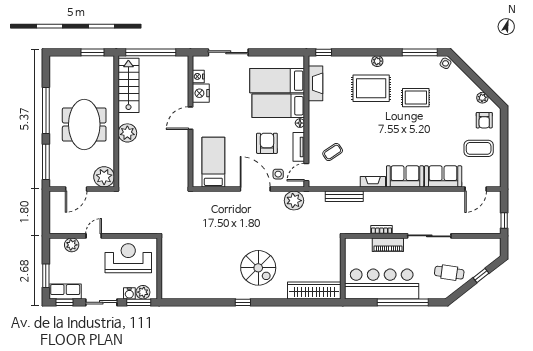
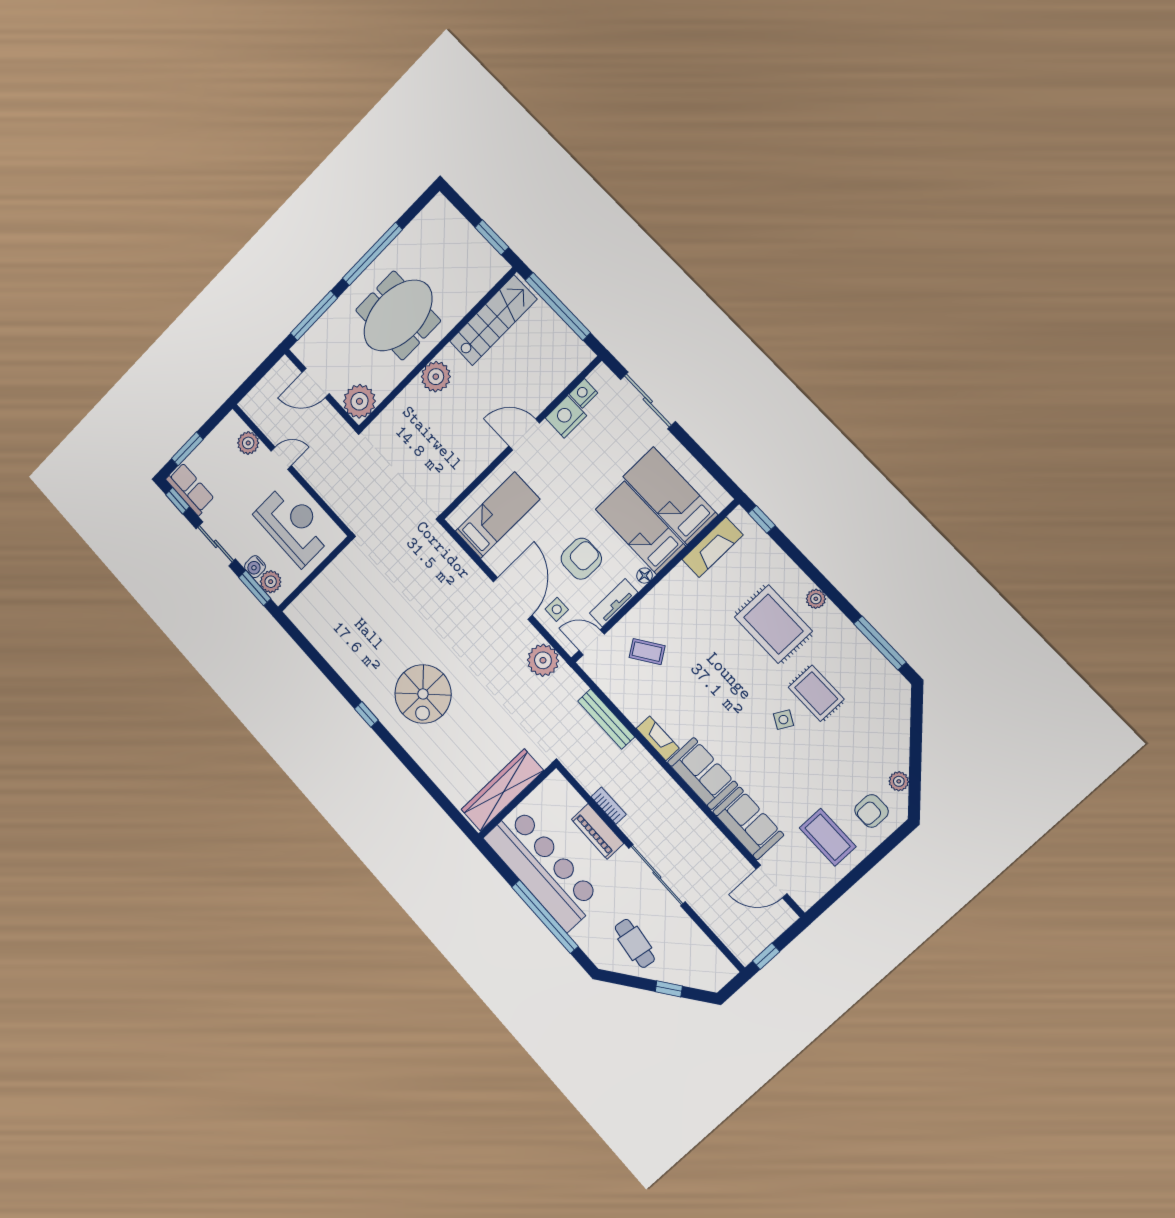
side table: (446, 63) -> (783, 720), moved
wardrobe: (314, 290) -> (502, 790), moved, turned -90

